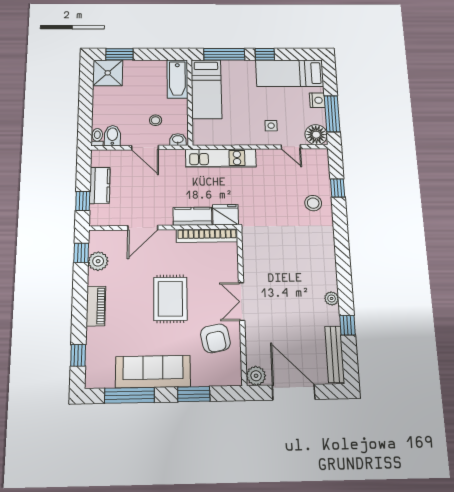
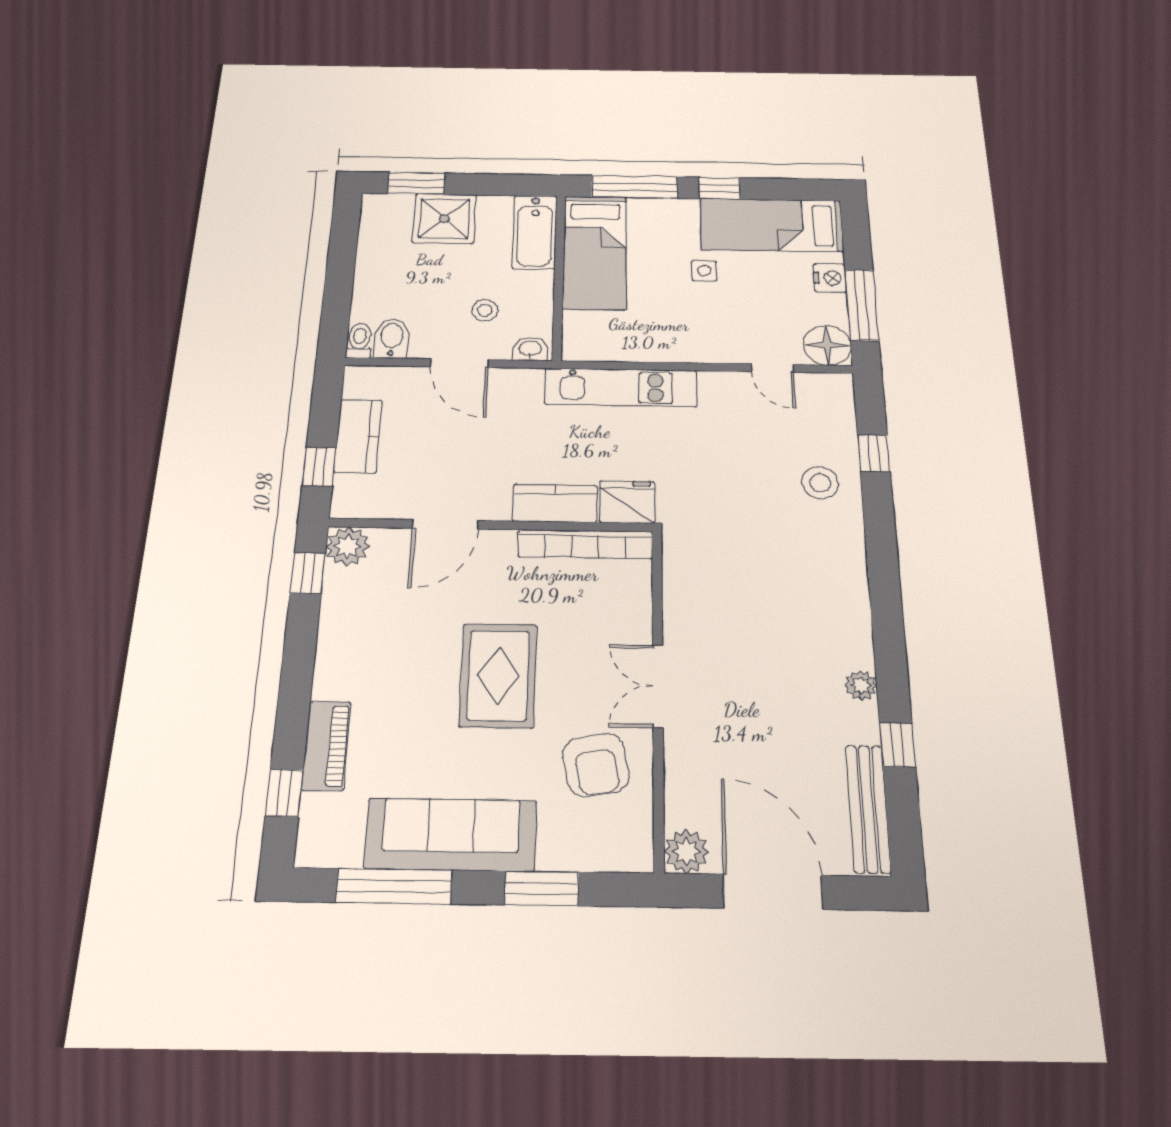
shower: (108, 73) -> (444, 219), moved
side table: (271, 126) -> (704, 271), moved
plant: (98, 261) -> (348, 546), moved
piano: (96, 306) -> (326, 746), moved

